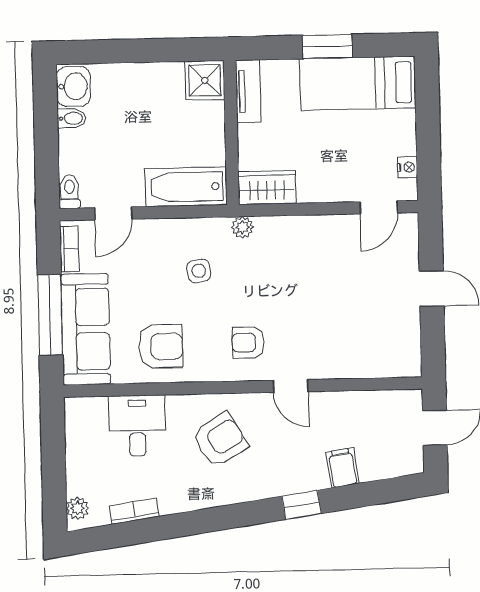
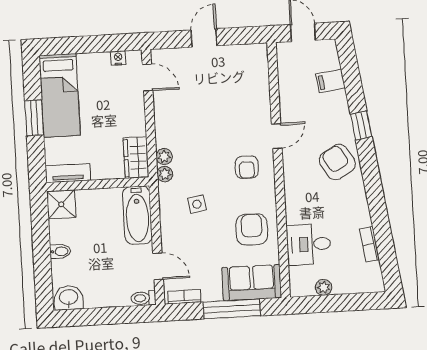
bidet: (72, 118) -> (60, 251), moved, turned 90
plant: (267, 227) -> (164, 157), added
sofa: (86, 329) -> (252, 283), width x0.73
armchair: (220, 440) -> (337, 162), moved
filing cabinet: (343, 468) -> (330, 81), moved
plant: (77, 508) -> (324, 287), moved

